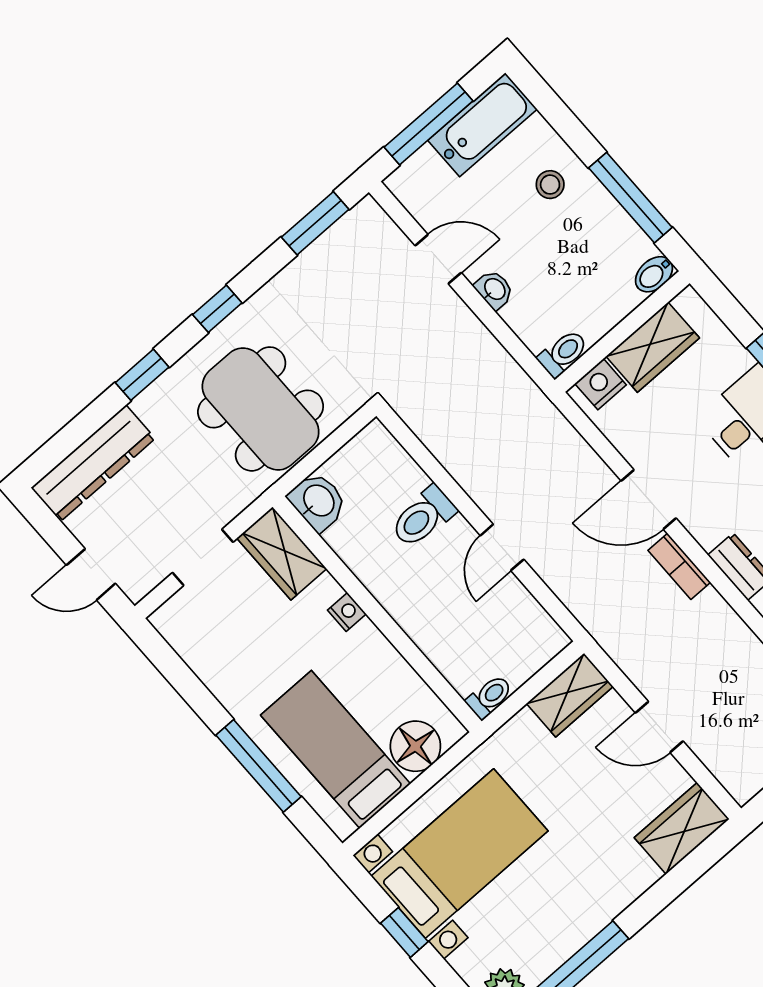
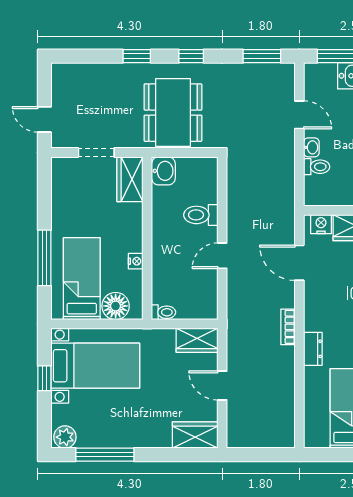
toilet: (563, 353) -> (317, 167), moved
dresser: (93, 463) -> (85, 75), removed
door: (649, 499) -> (299, 263), moved
nightstand: (347, 612) -> (136, 261), moved

